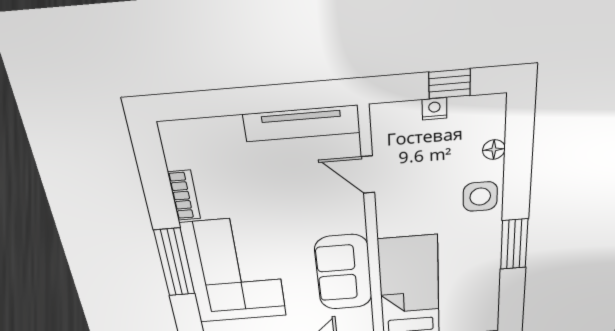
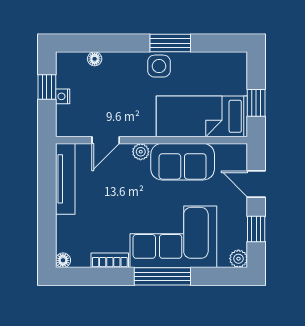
floor lamp: (170, 131) -> (63, 260), added
side table: (480, 197) -> (159, 66), moved
plant: (354, 221) -> (141, 152), added

